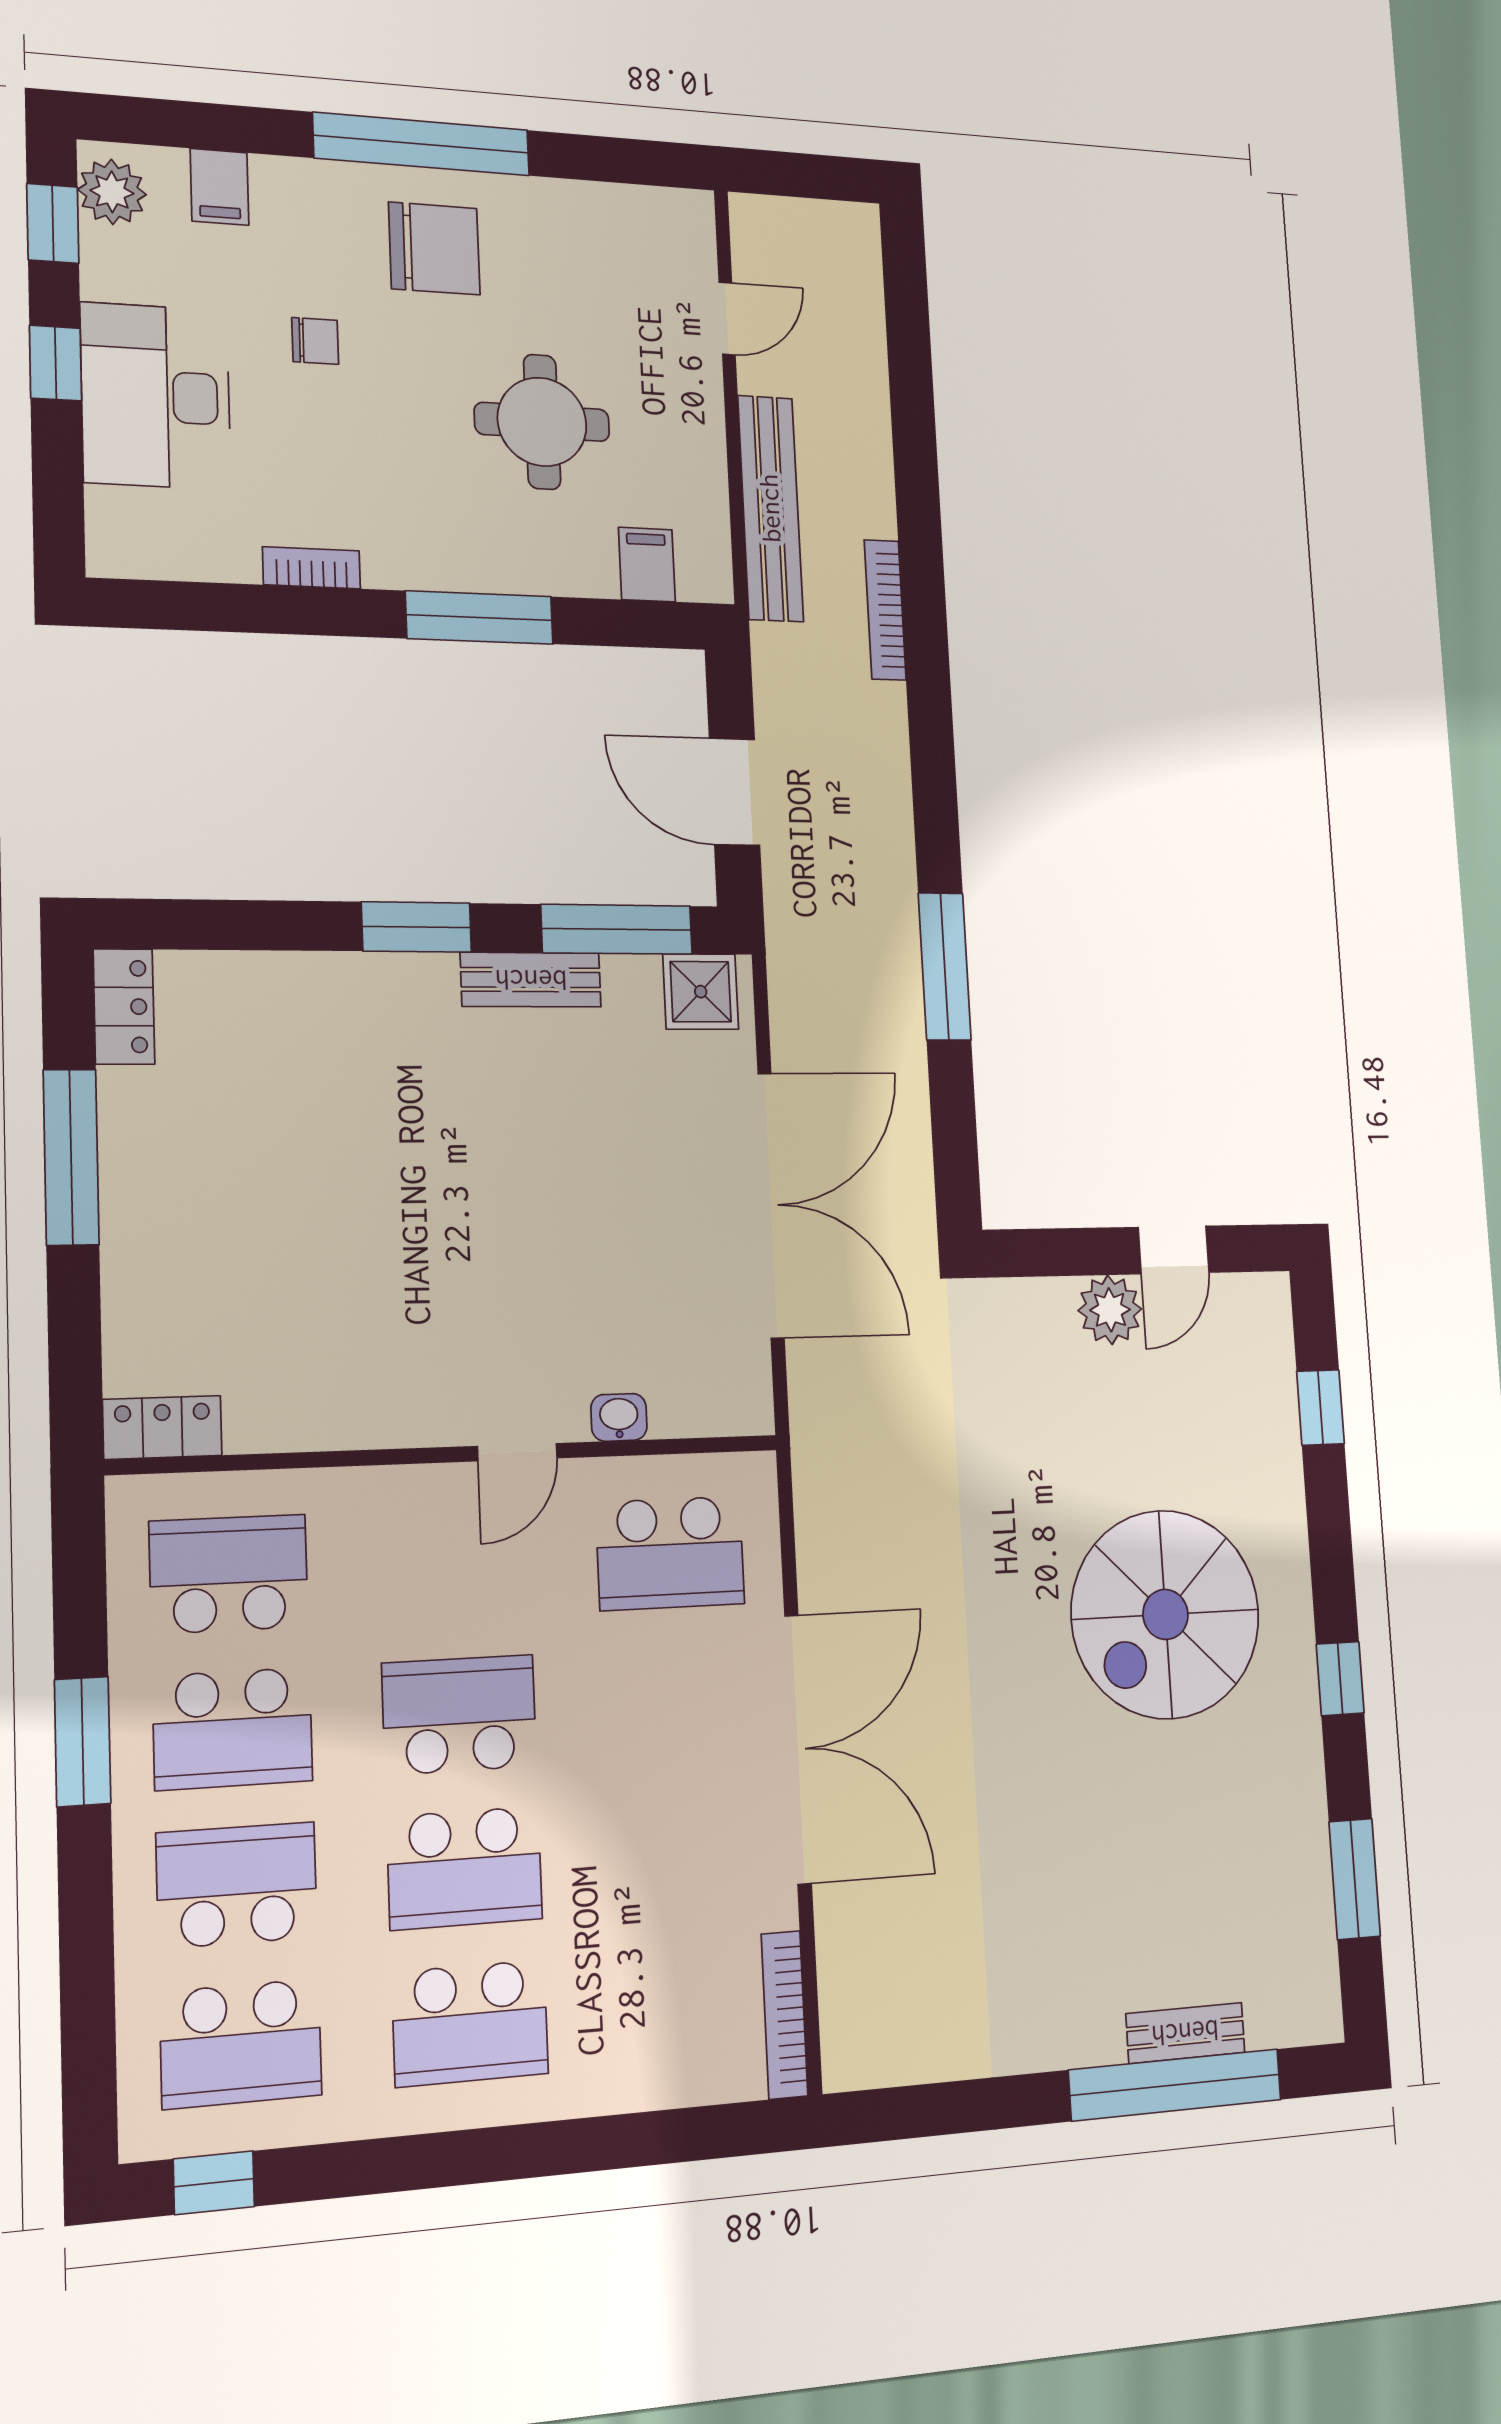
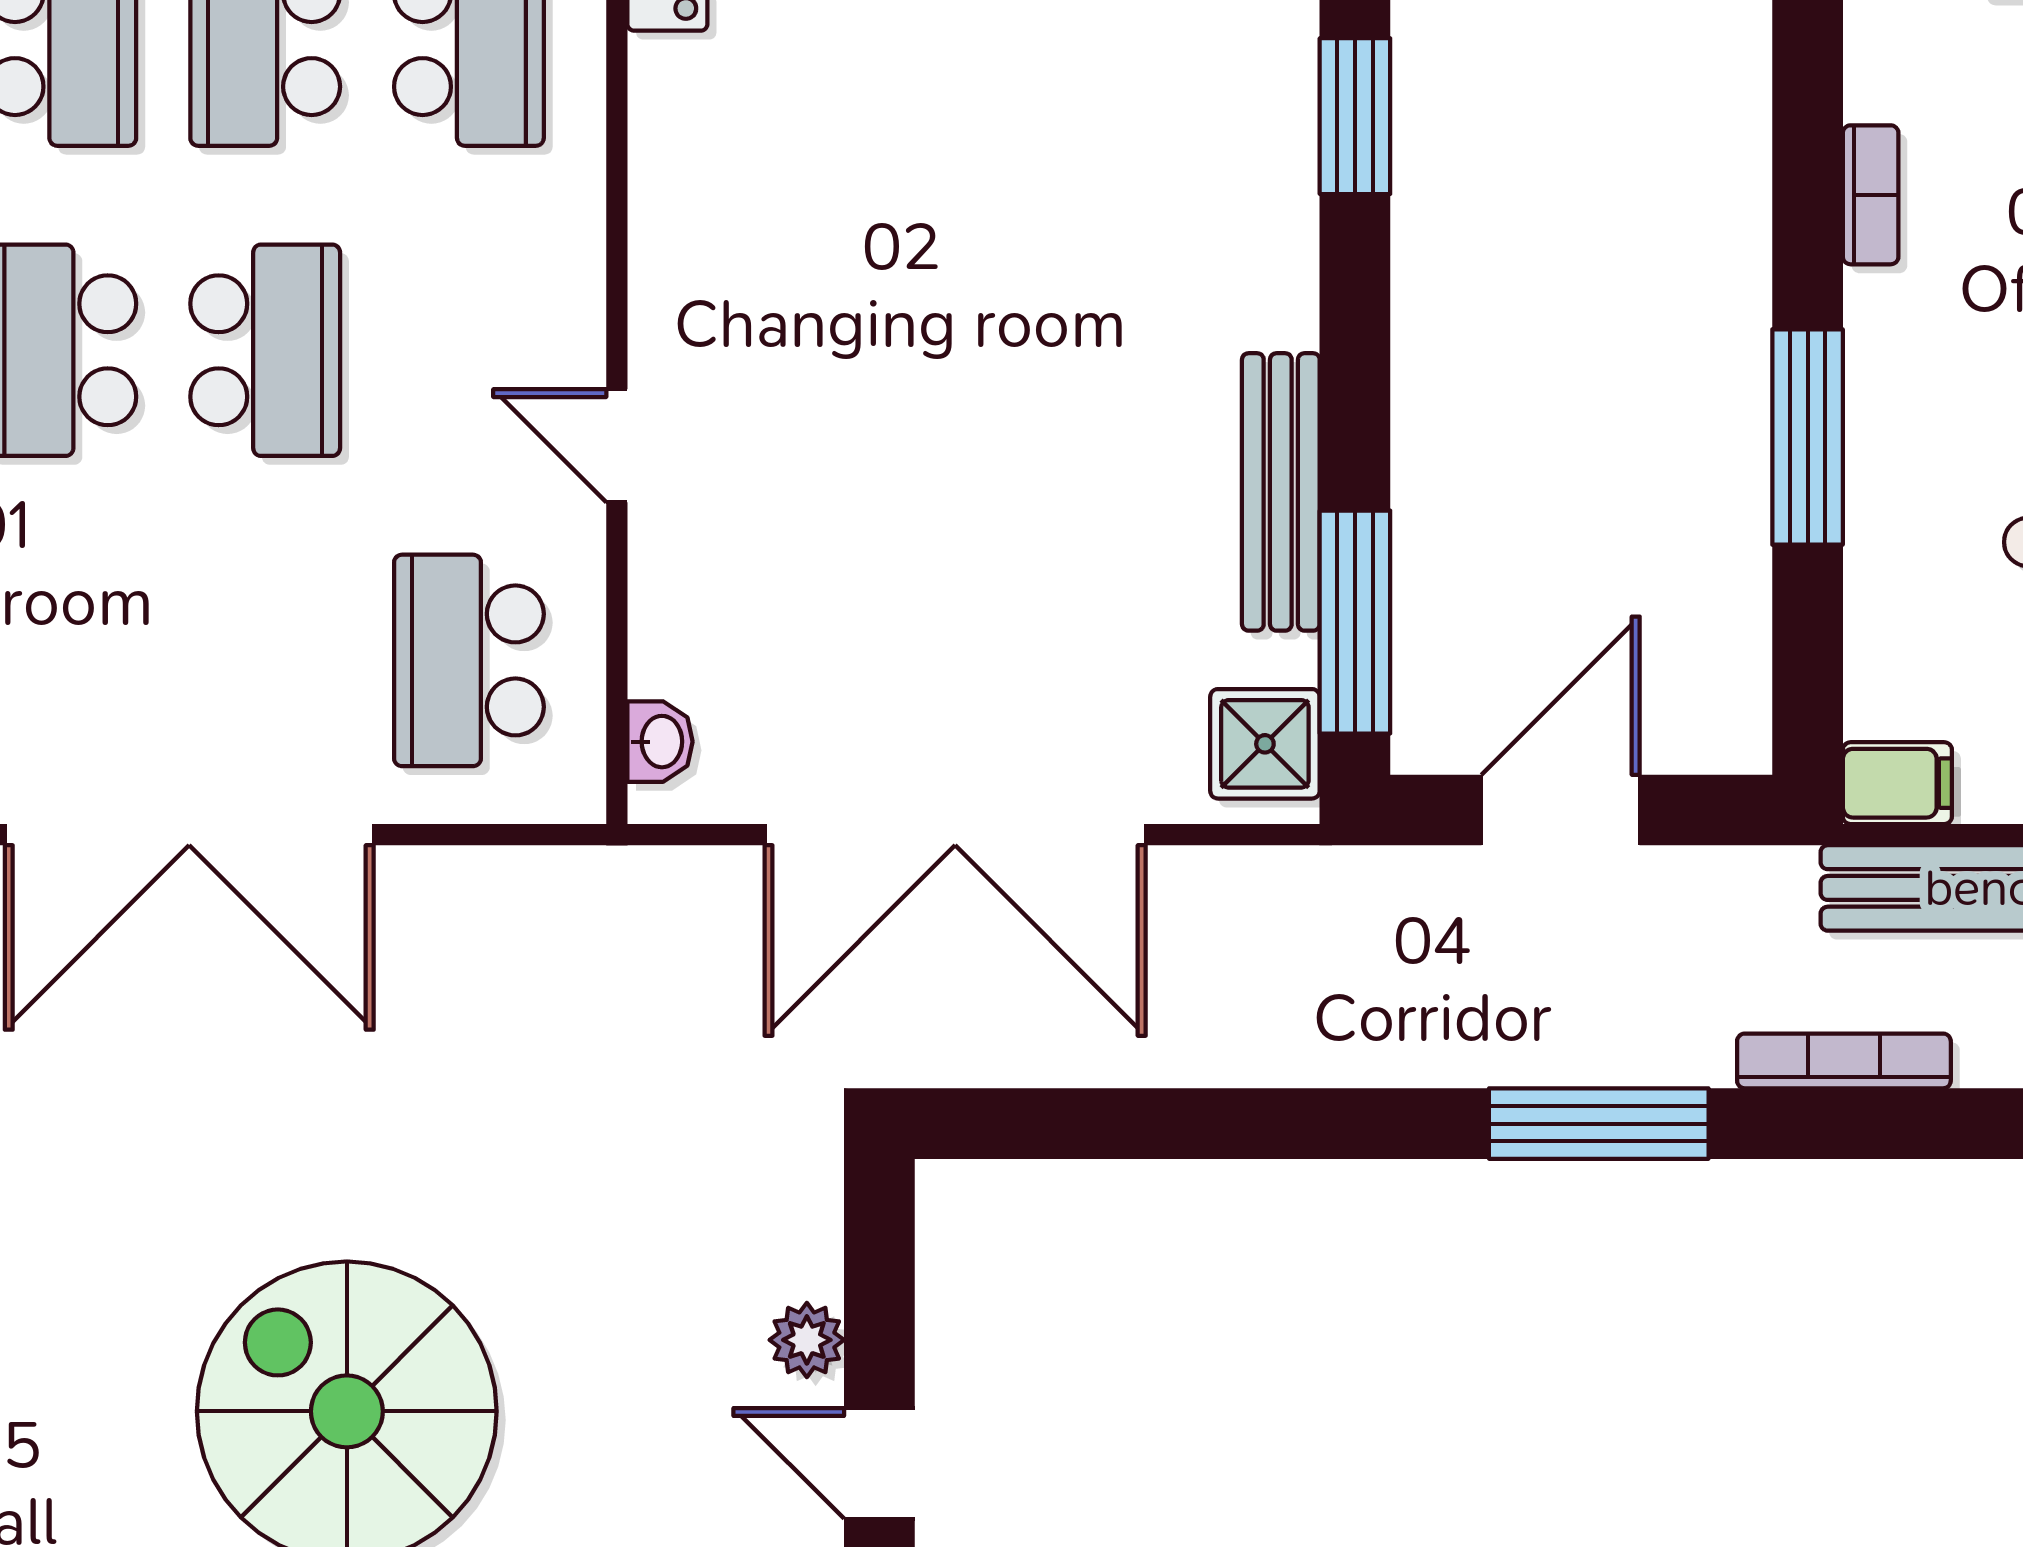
filing cabinet: (647, 565) -> (1897, 783), moved
window: (416, 927) -> (1355, 116), moved
window: (945, 966) -> (1599, 1124), moved
bench: (531, 980) -> (1281, 492), width x1.36
plant: (1110, 1310) -> (807, 1340), width x0.73, depth x0.73
washbasin: (619, 1417) -> (660, 742), moved

